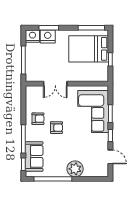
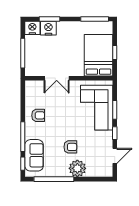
bed: (89, 49) -> (99, 55), moved, turned 90
armchair: (57, 128) -> (70, 147), moved
door: (110, 157) -> (115, 156), hinge flipped

